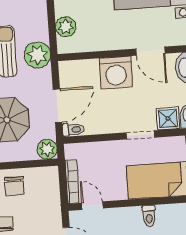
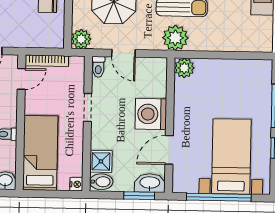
plant: (66, 27) -> (184, 68), moved
door: (58, 106) -> (123, 53), width x0.73
doorway: (140, 135) -> (88, 107), moved

